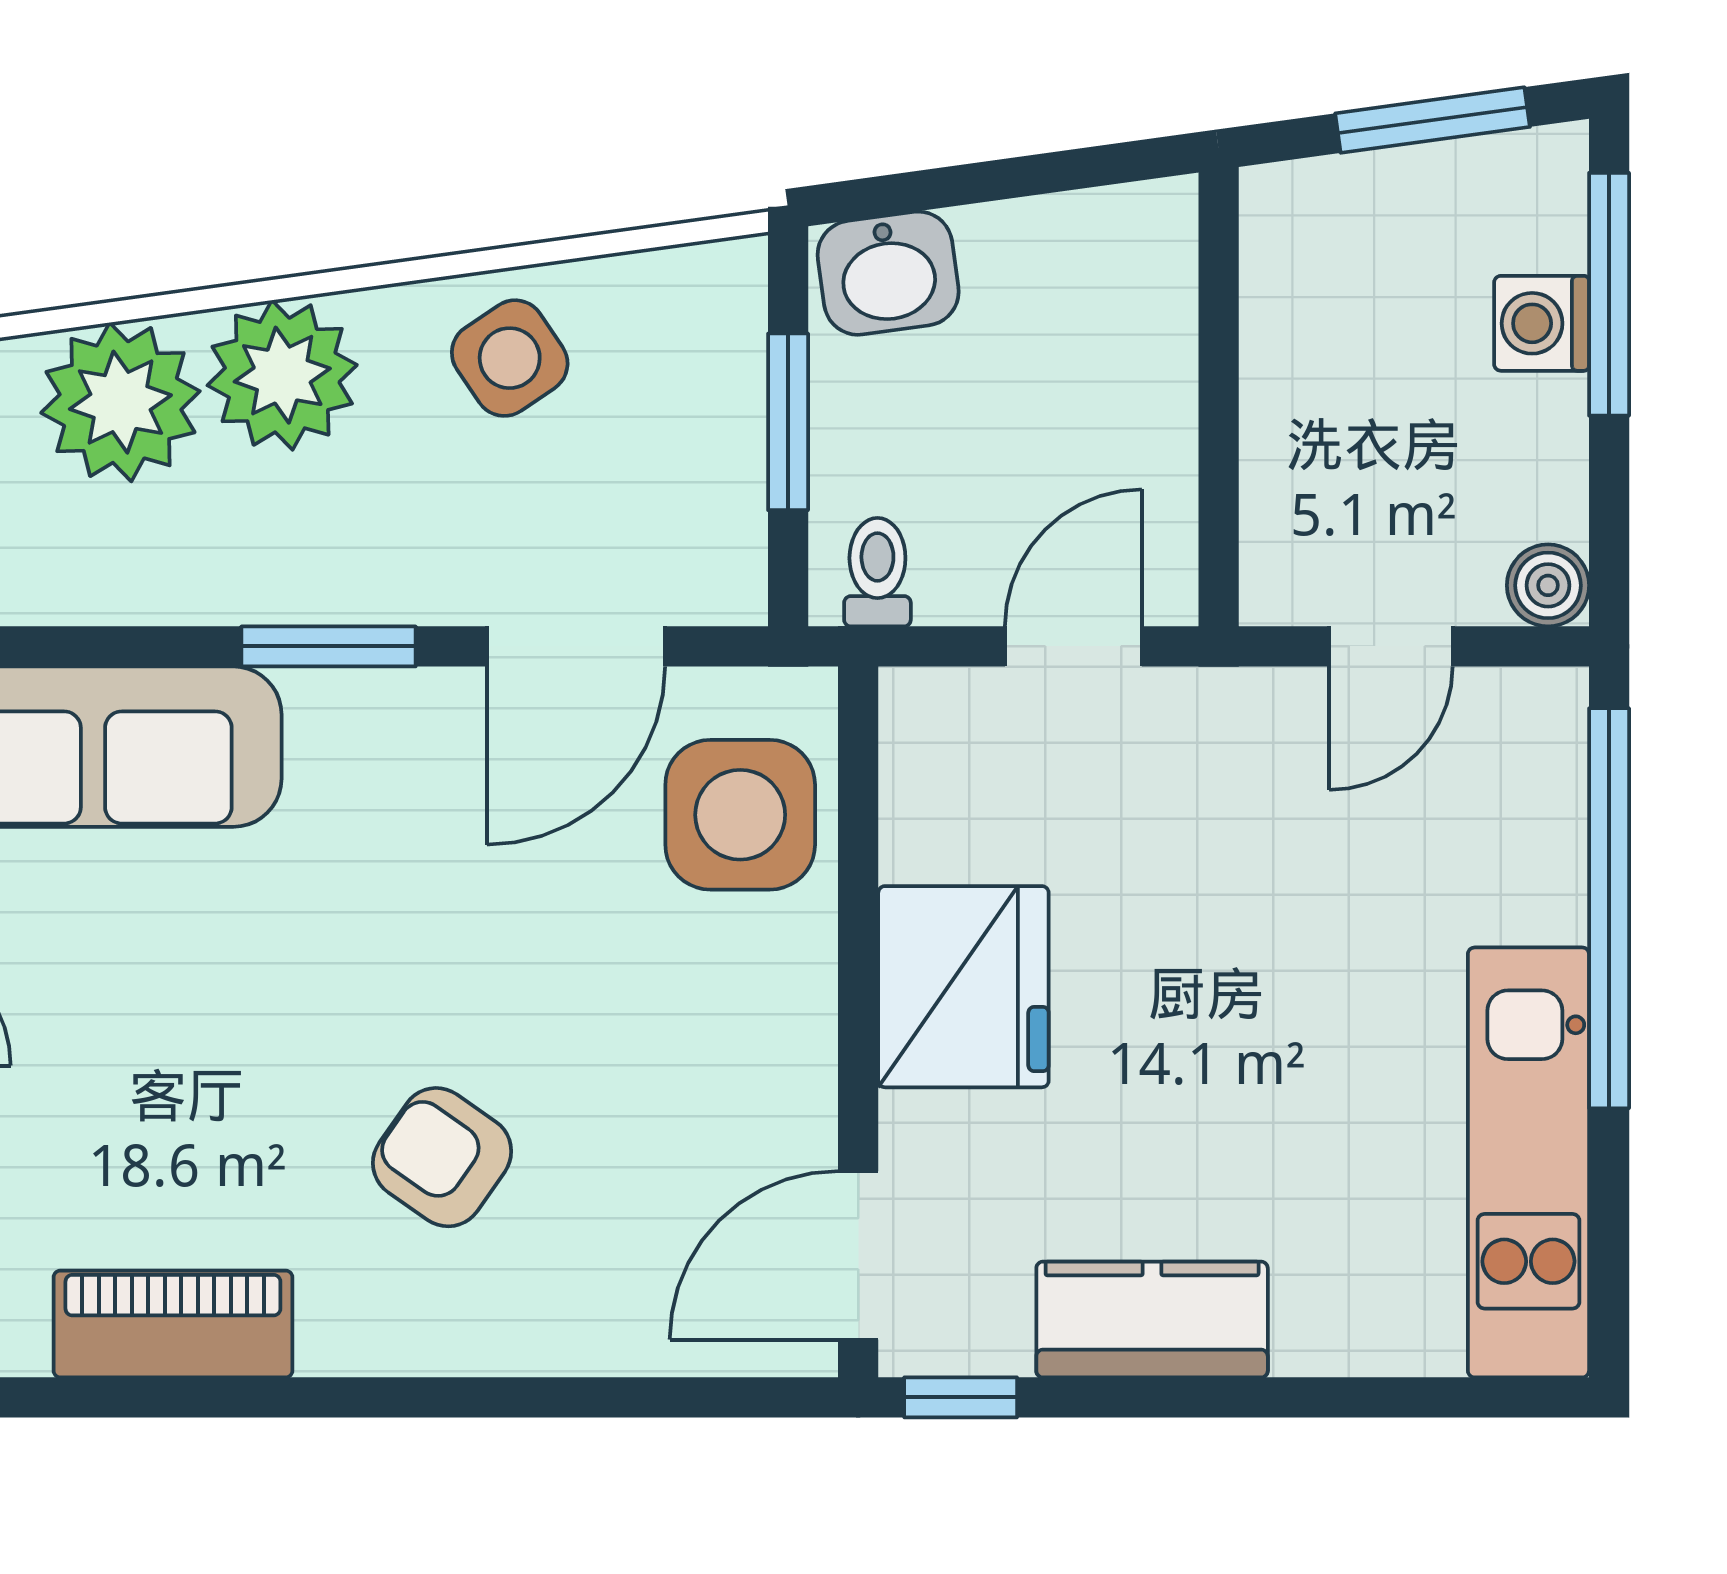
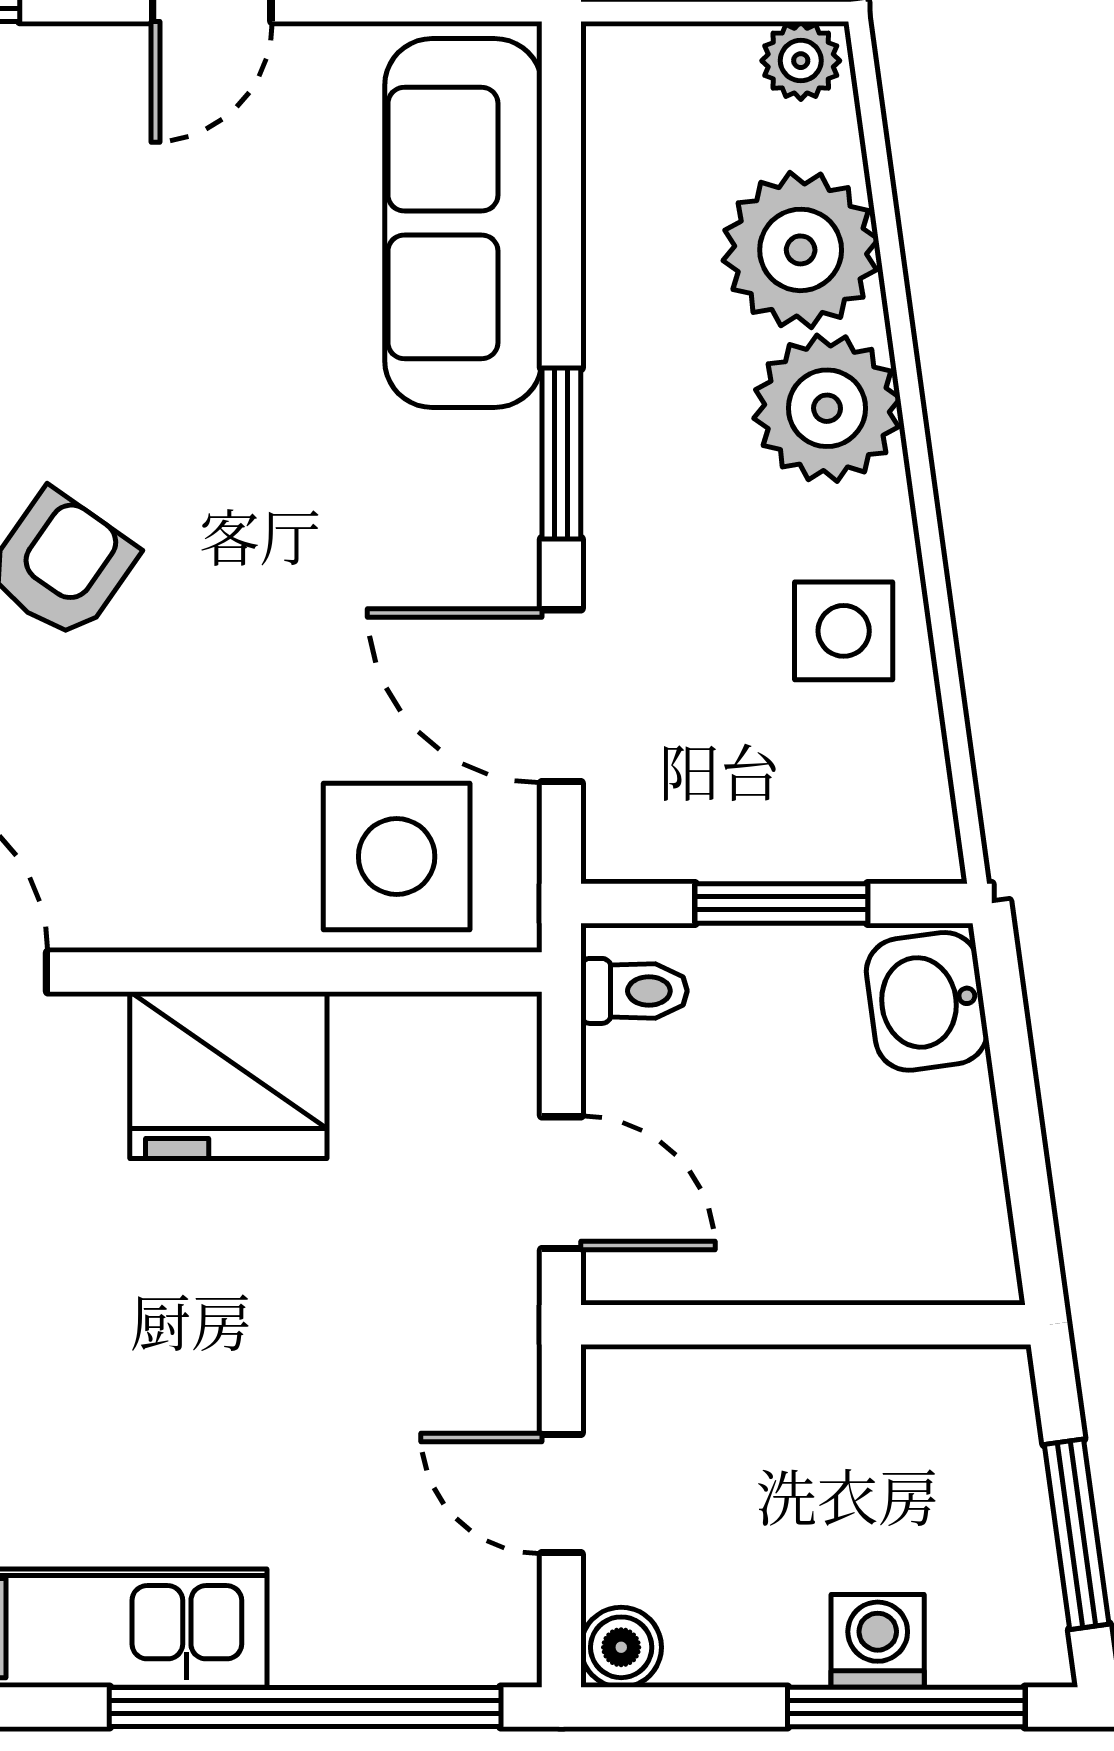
side table: (510, 358) -> (844, 631), turned 34

